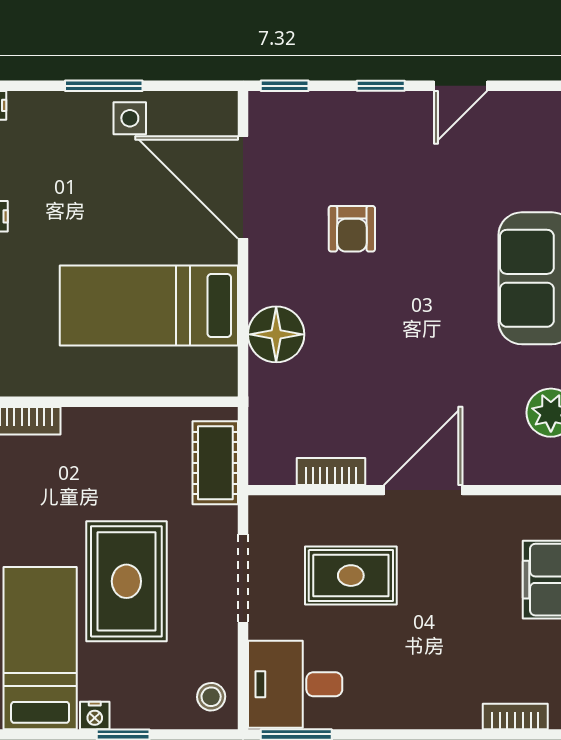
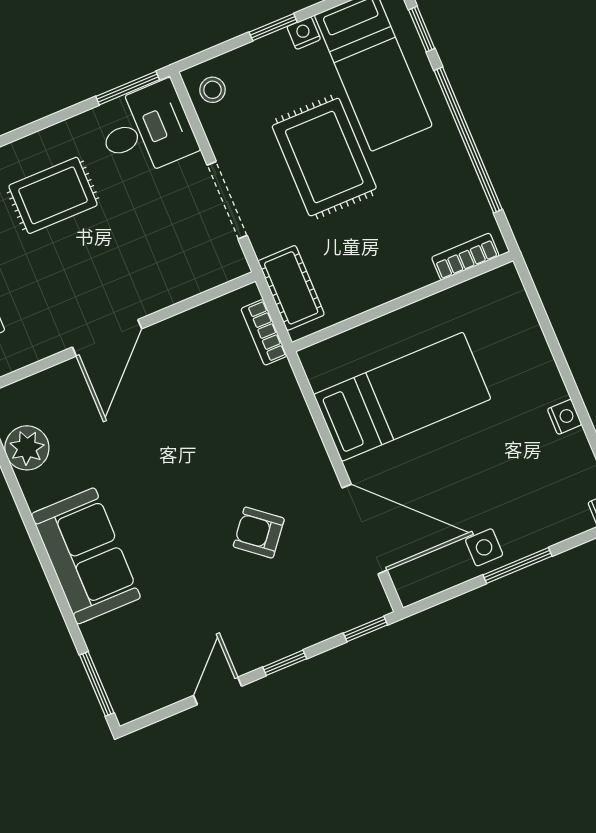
armchair: (352, 229) -> (259, 533), turned -51
floor lamp: (276, 334) -> (285, 417), removed
bookcase: (331, 471) -> (264, 332), moved, turned 90
rug: (351, 576) -> (53, 195), moved

